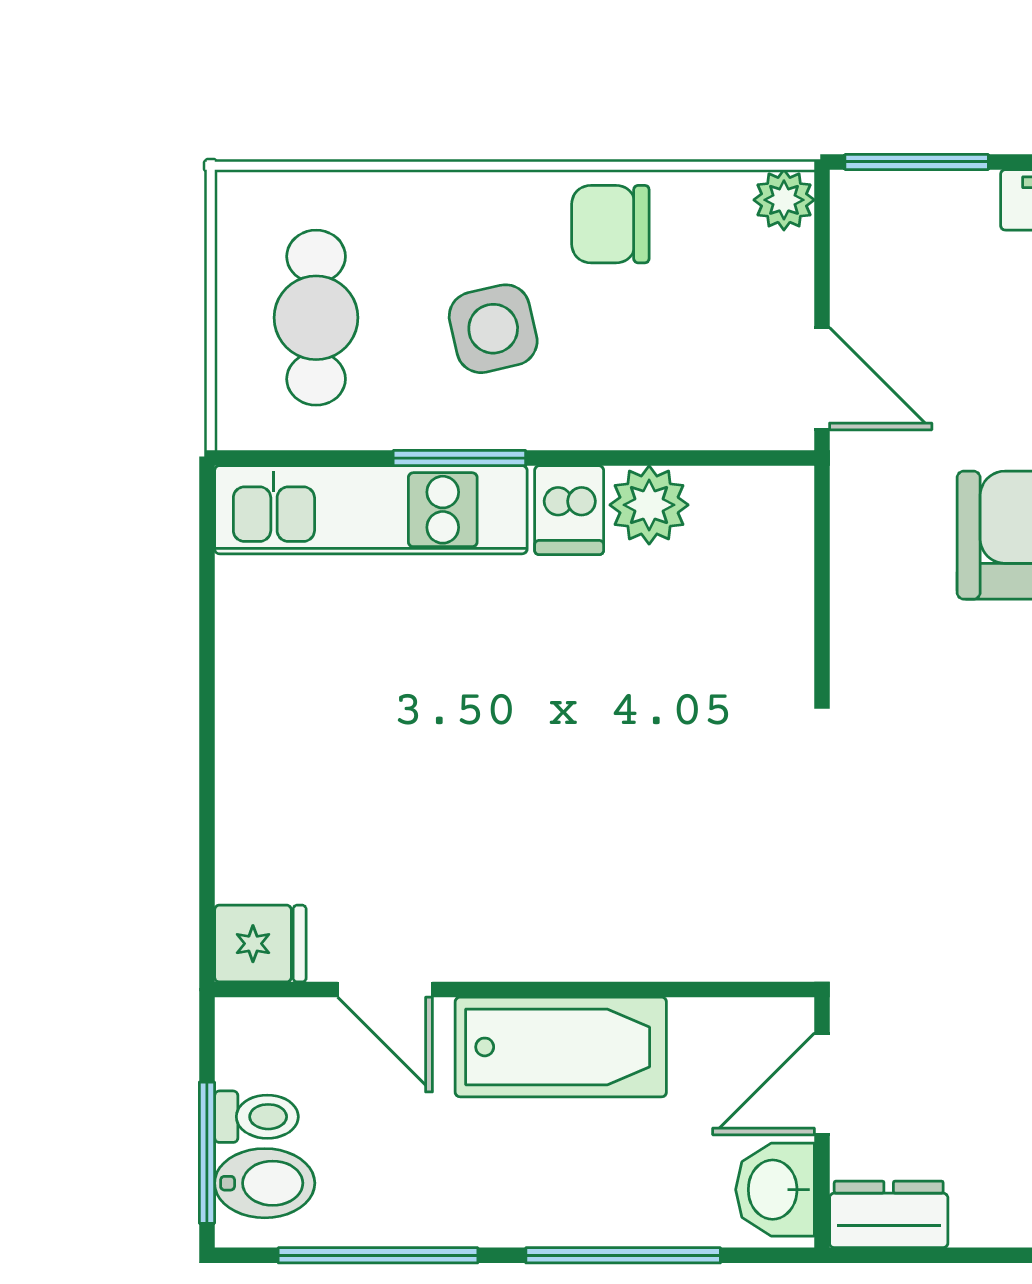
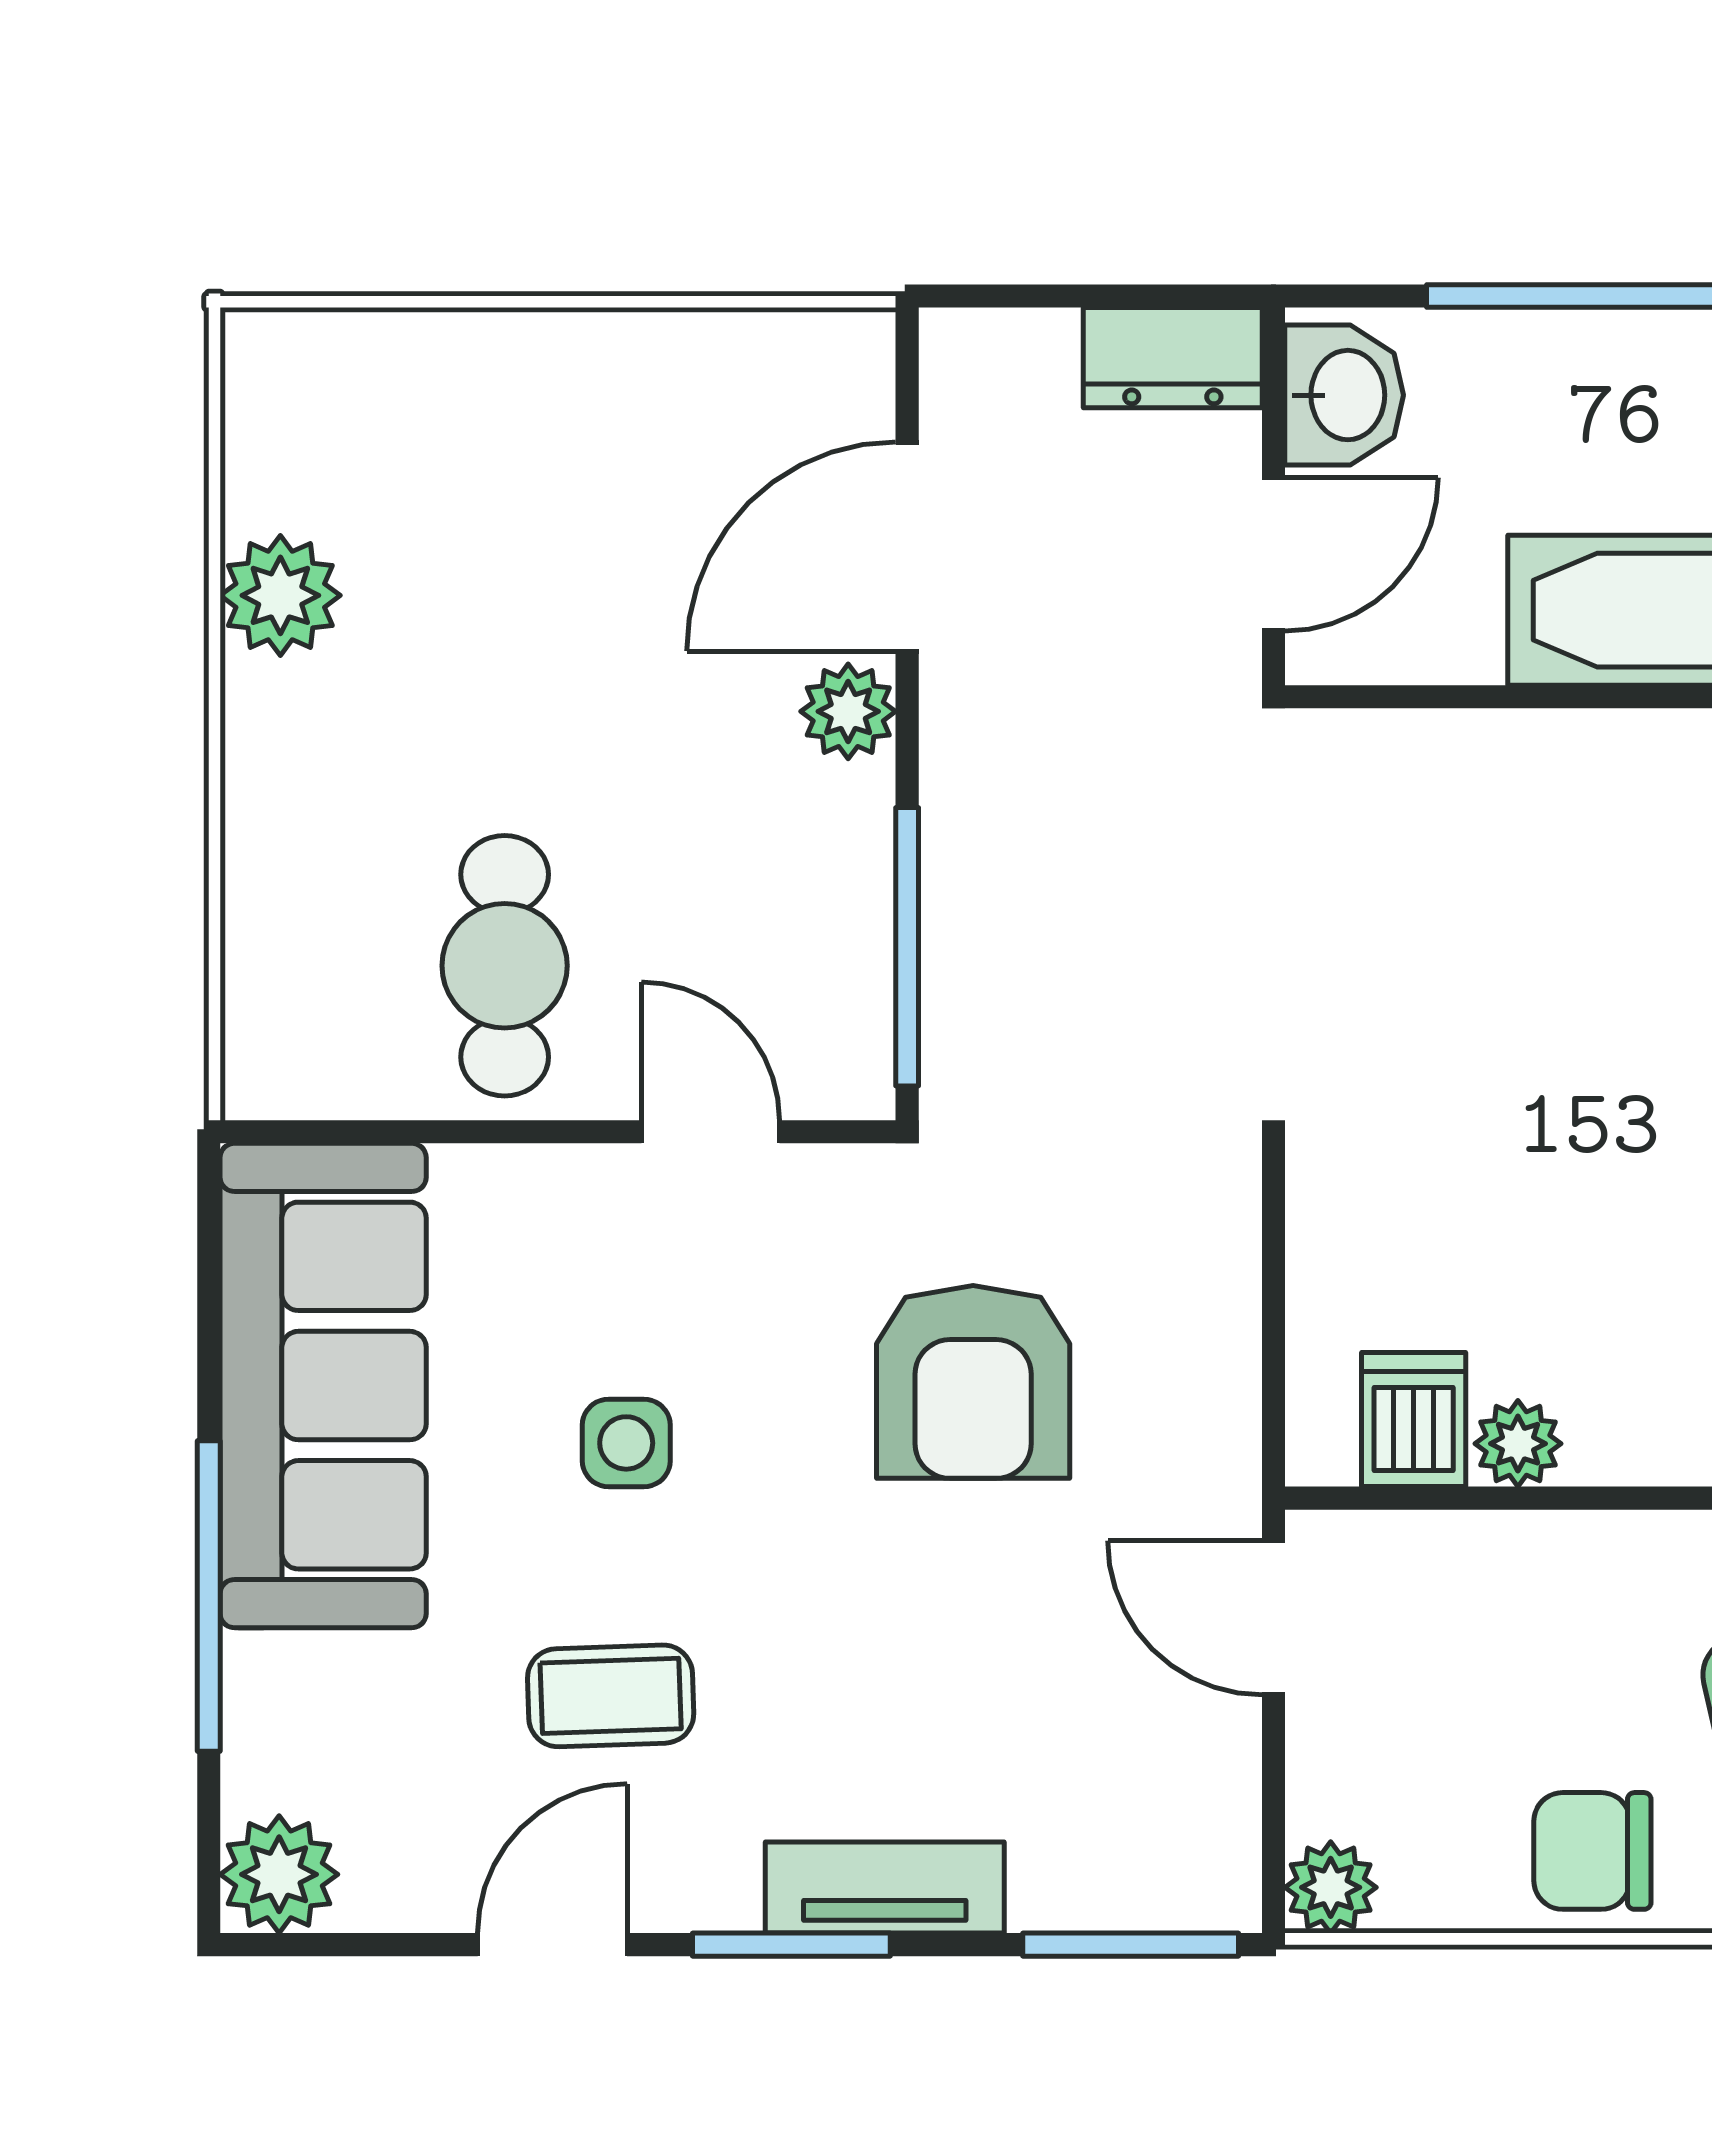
chair: (610, 224) -> (1592, 1851), turned 180
plant: (649, 505) -> (1518, 1444), width x0.73, depth x0.73
dishwasher: (569, 510) -> (1414, 1420), moved

